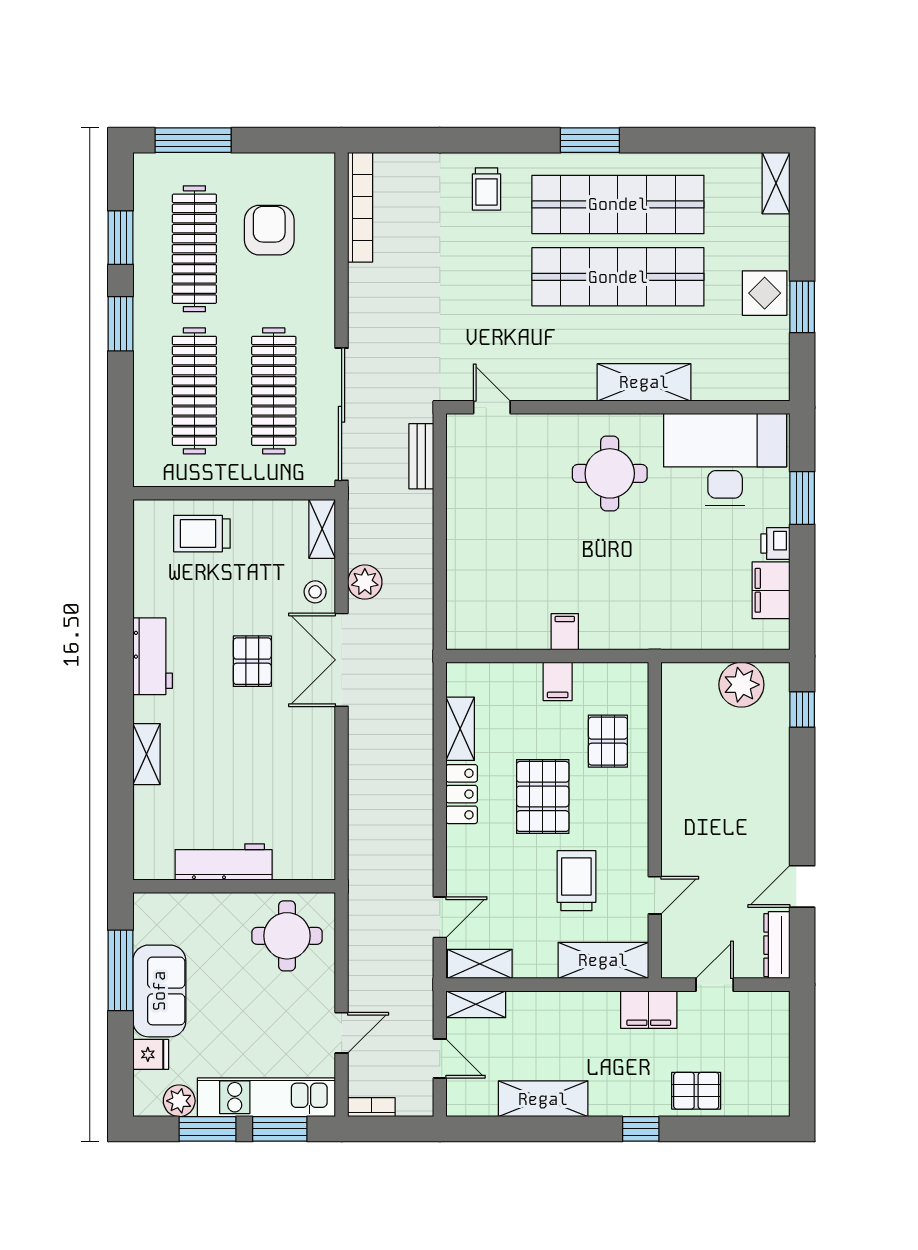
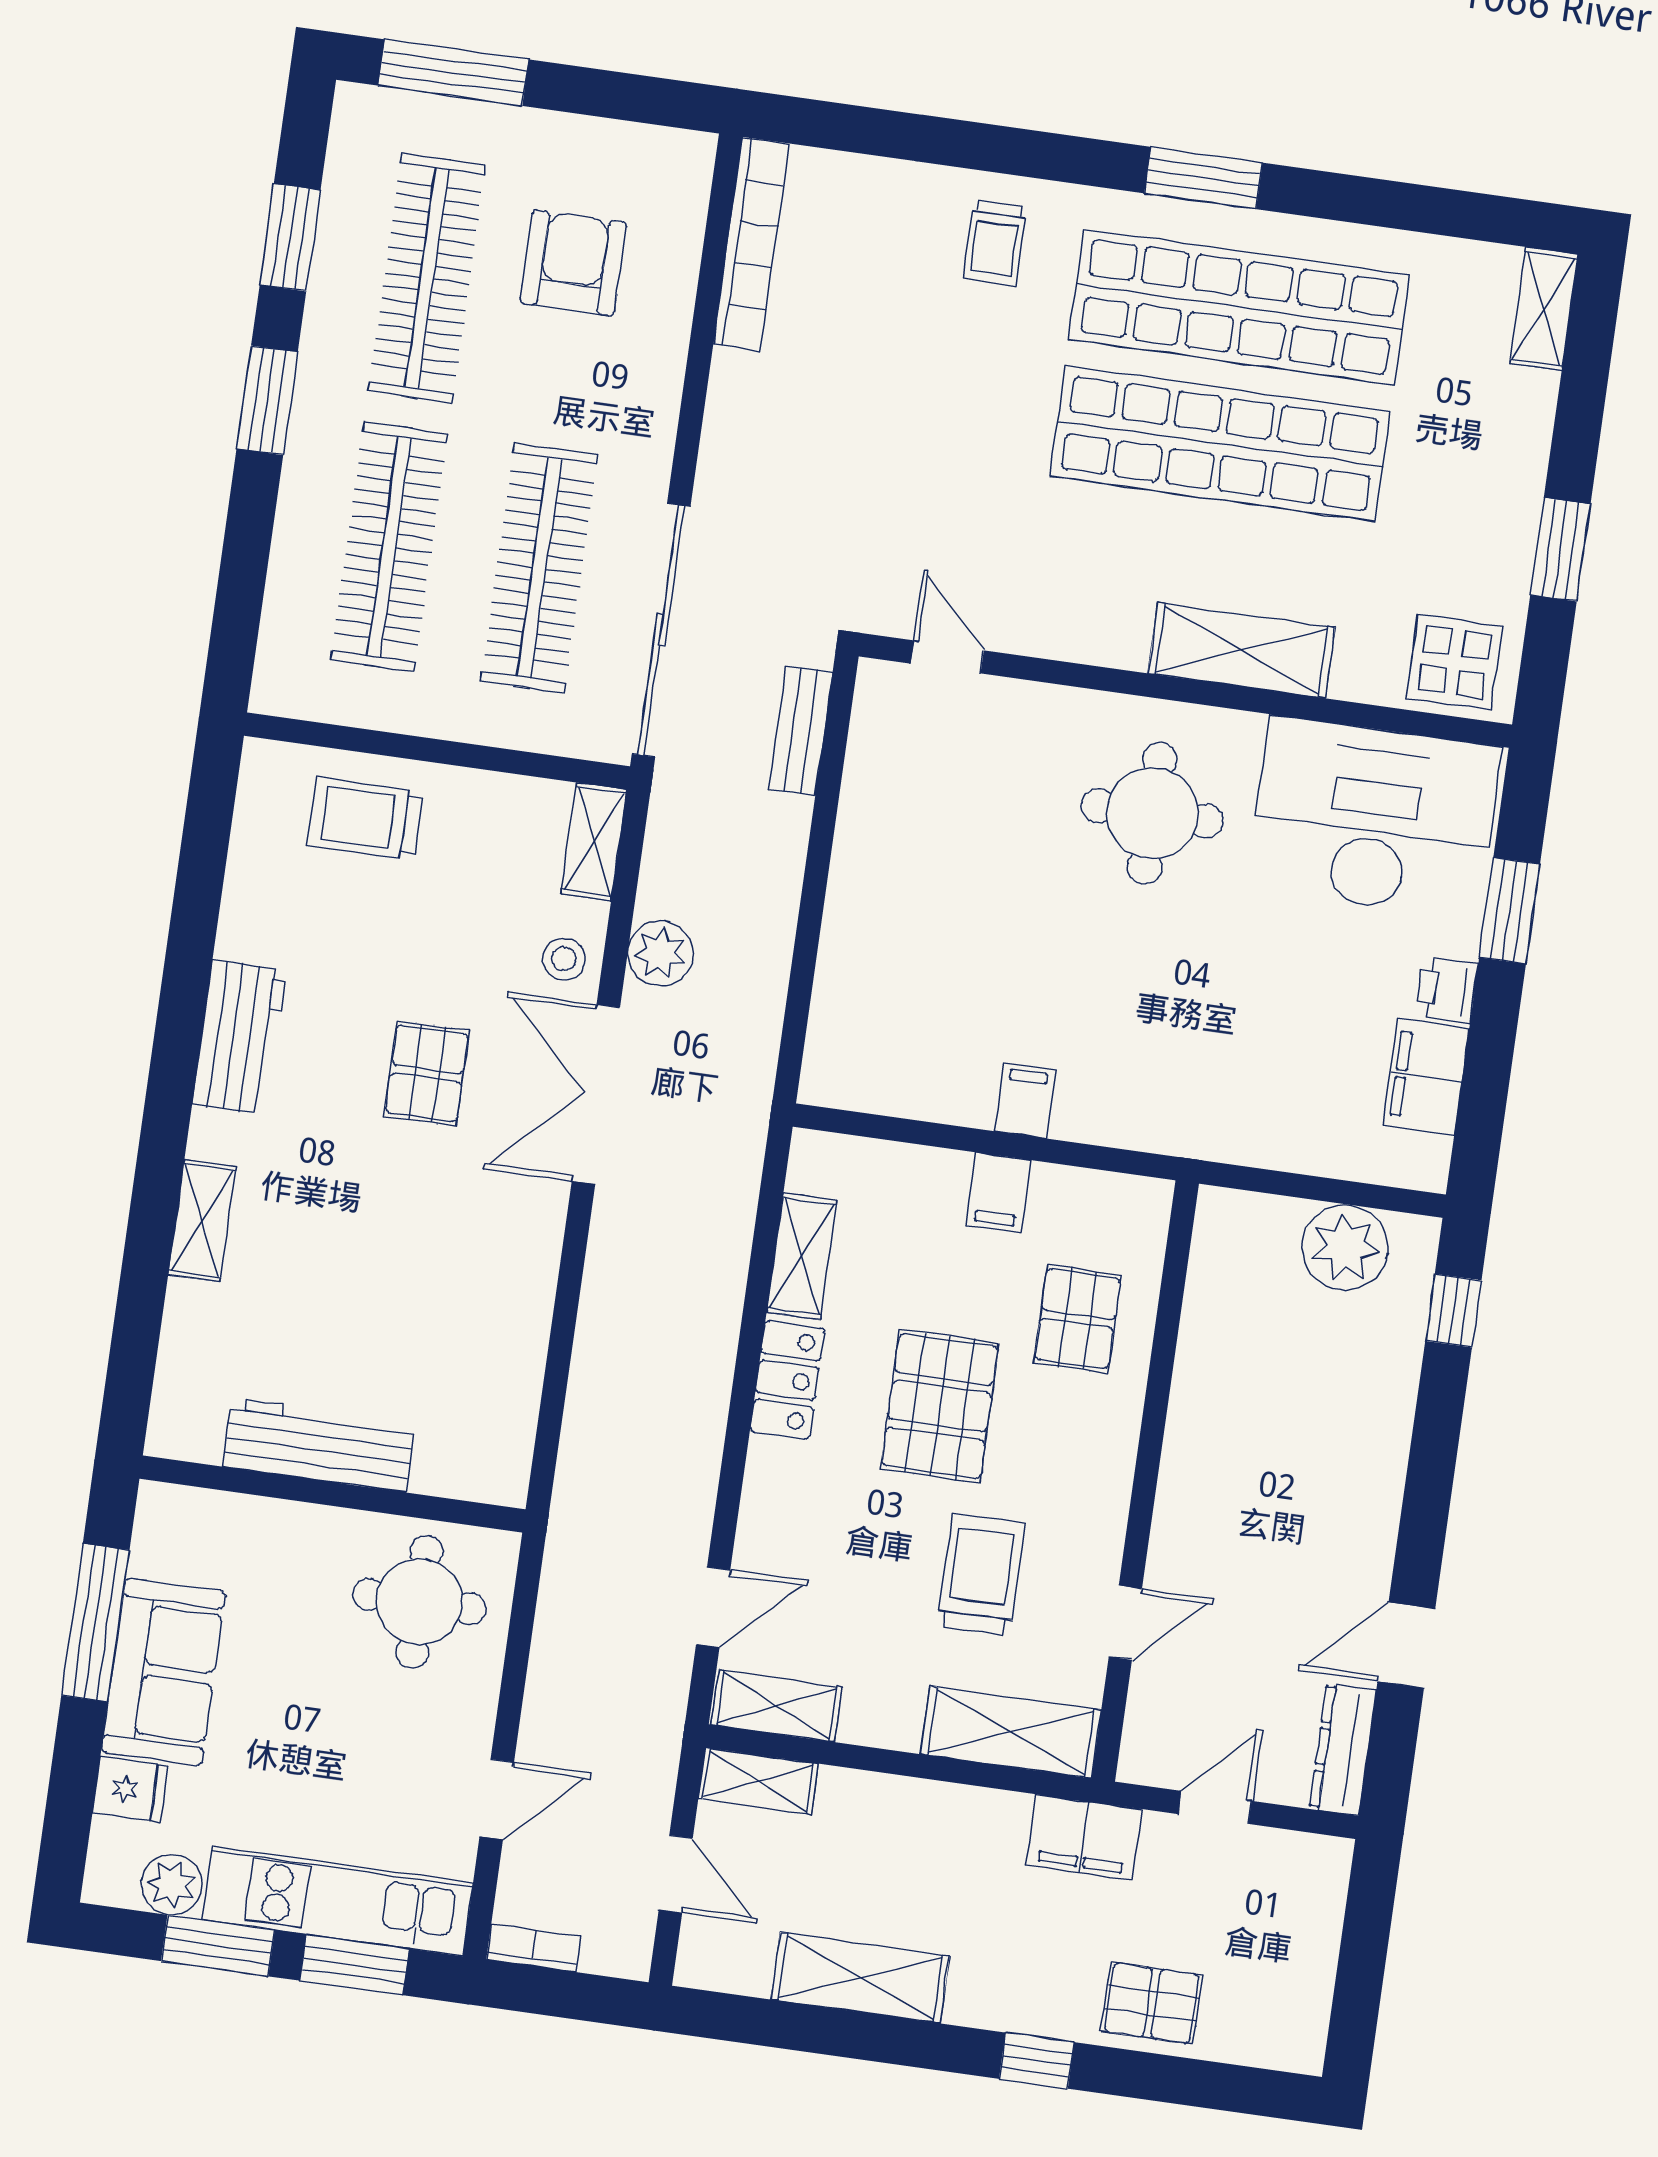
display table: (765, 293) -> (1454, 662), moved

